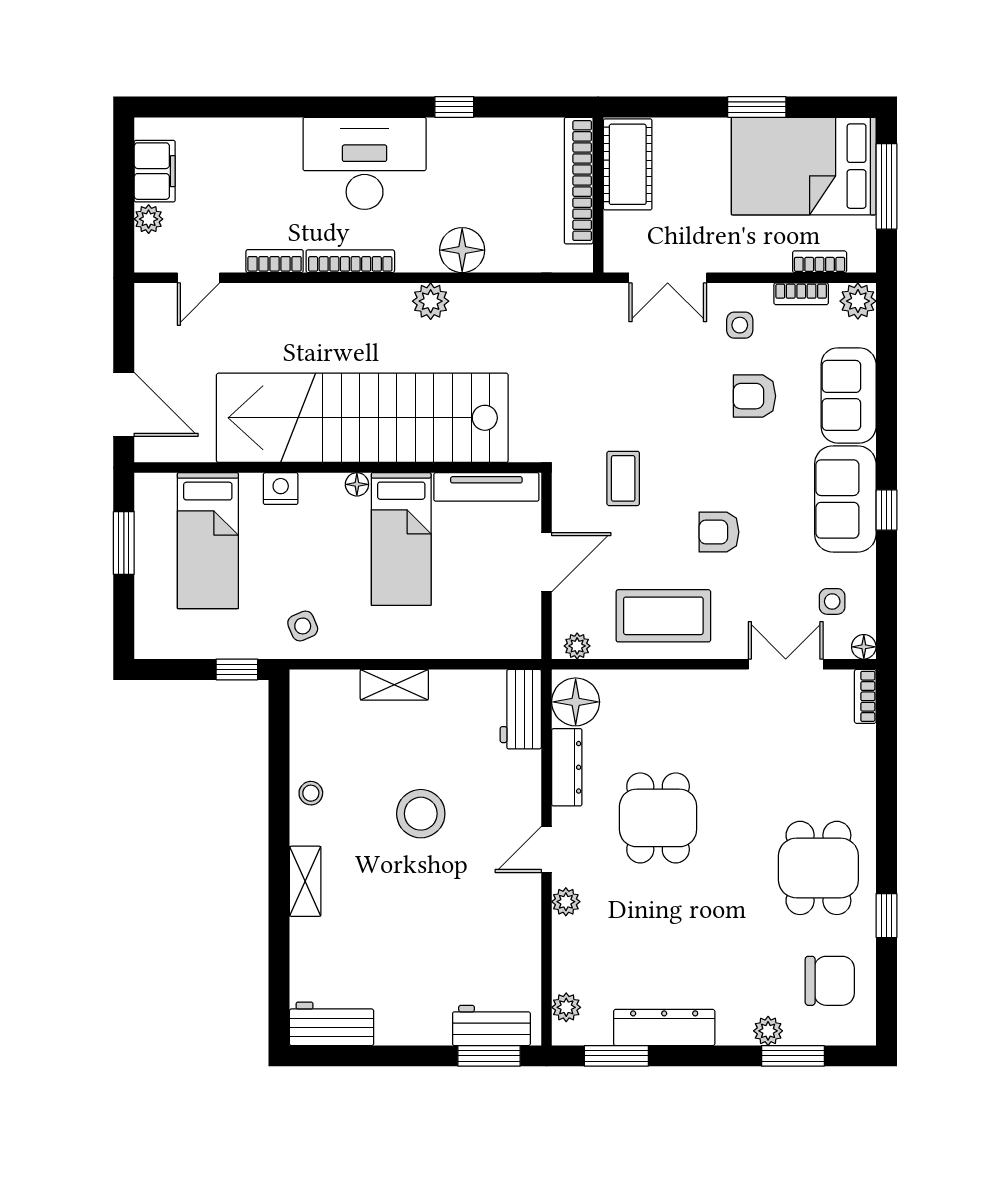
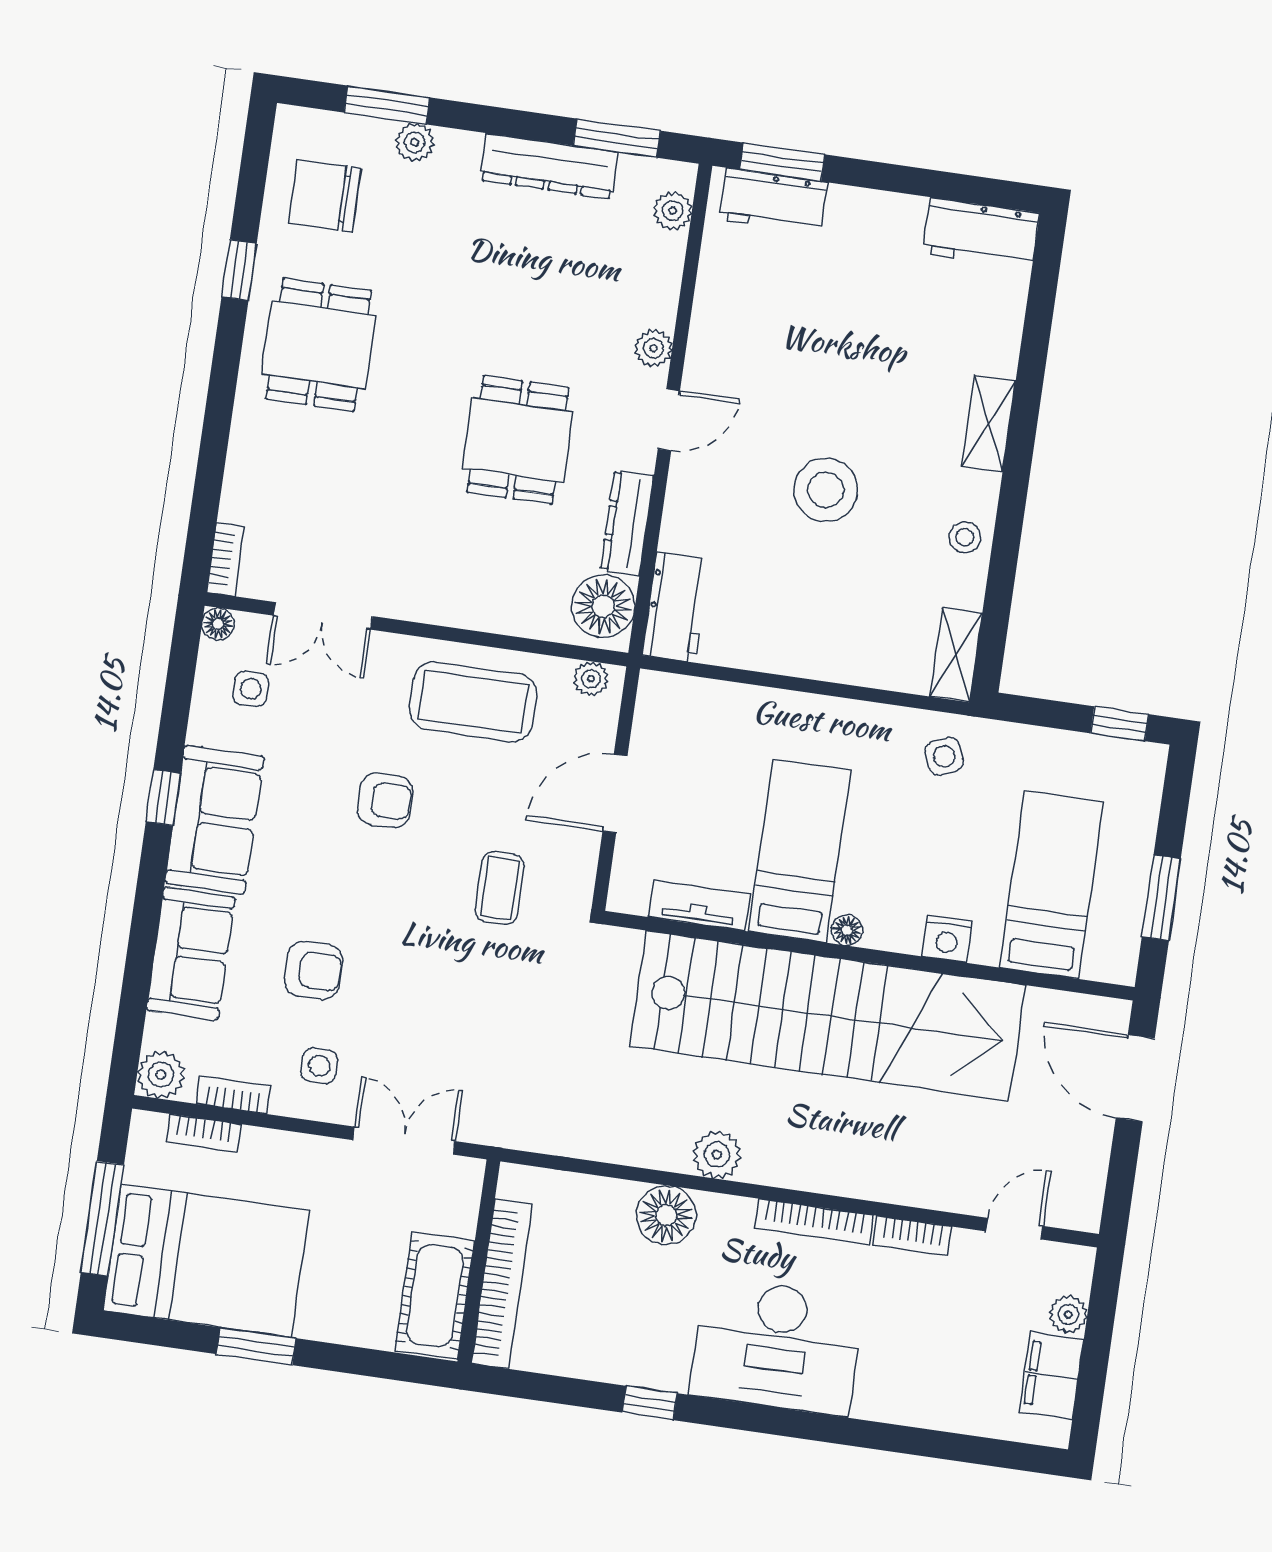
tv unit: (486, 487) -> (699, 905), width x0.71
window: (237, 669) -> (1120, 724), moved
shelving: (394, 685) -> (956, 655), moved, turned 90

